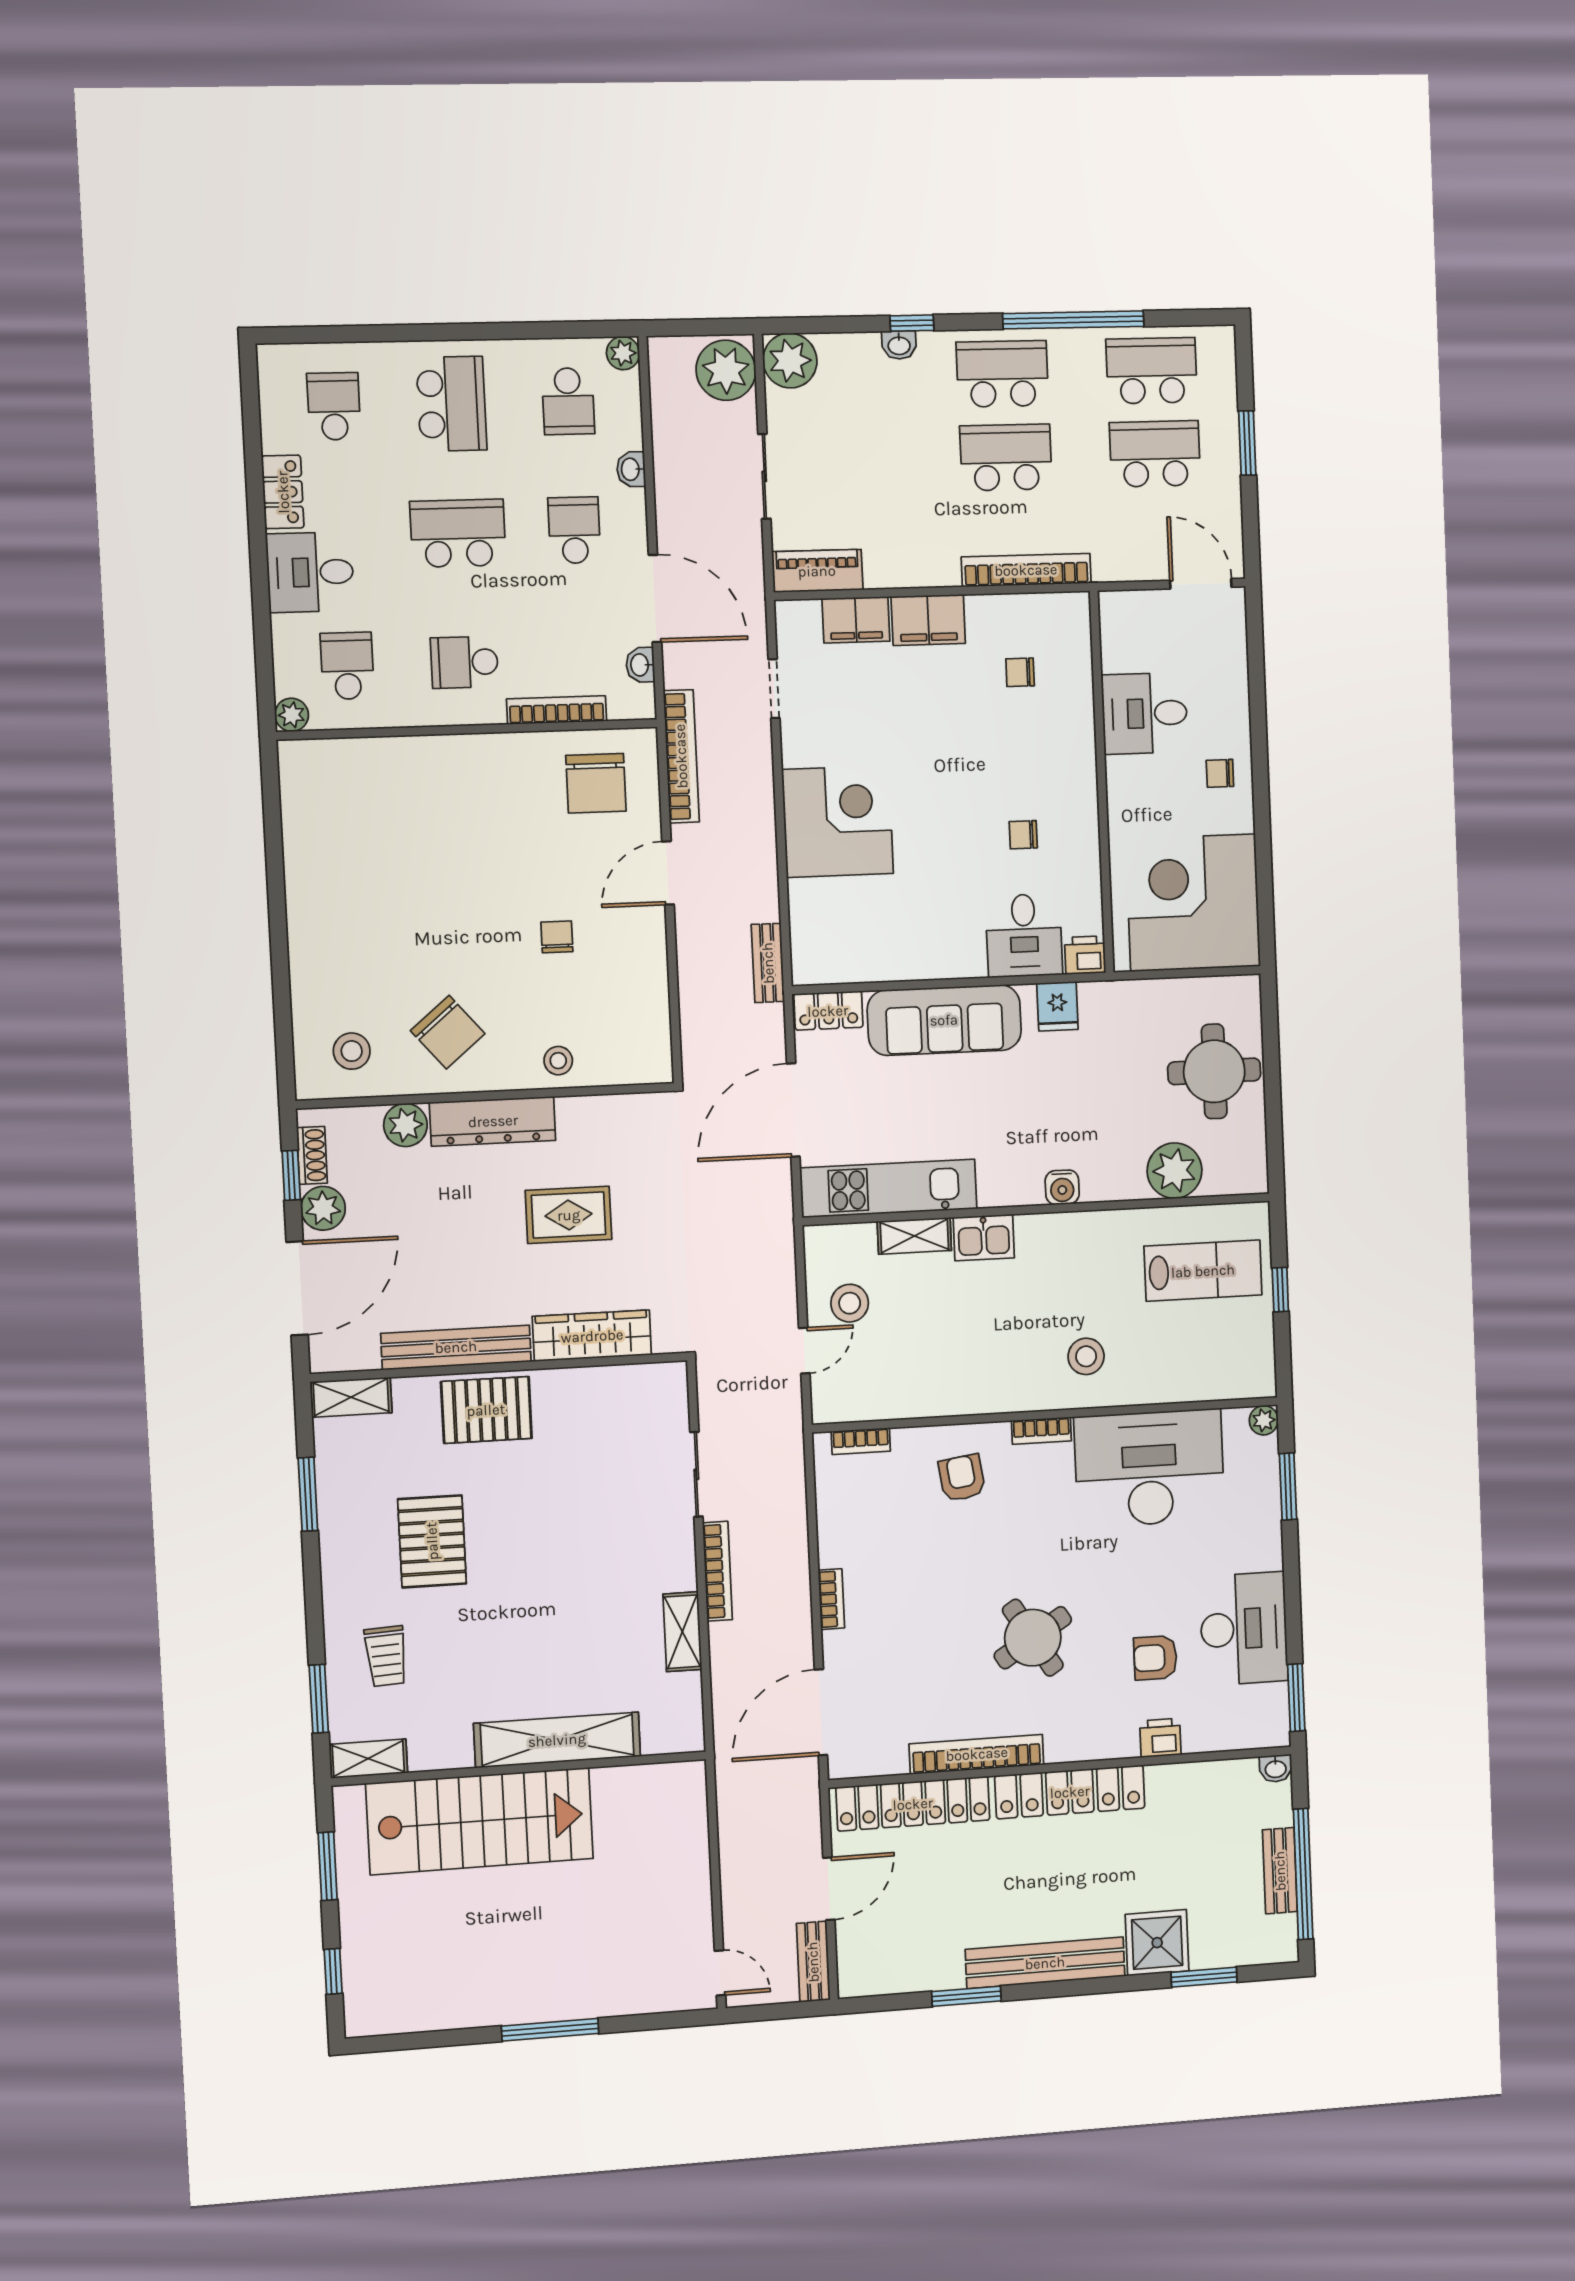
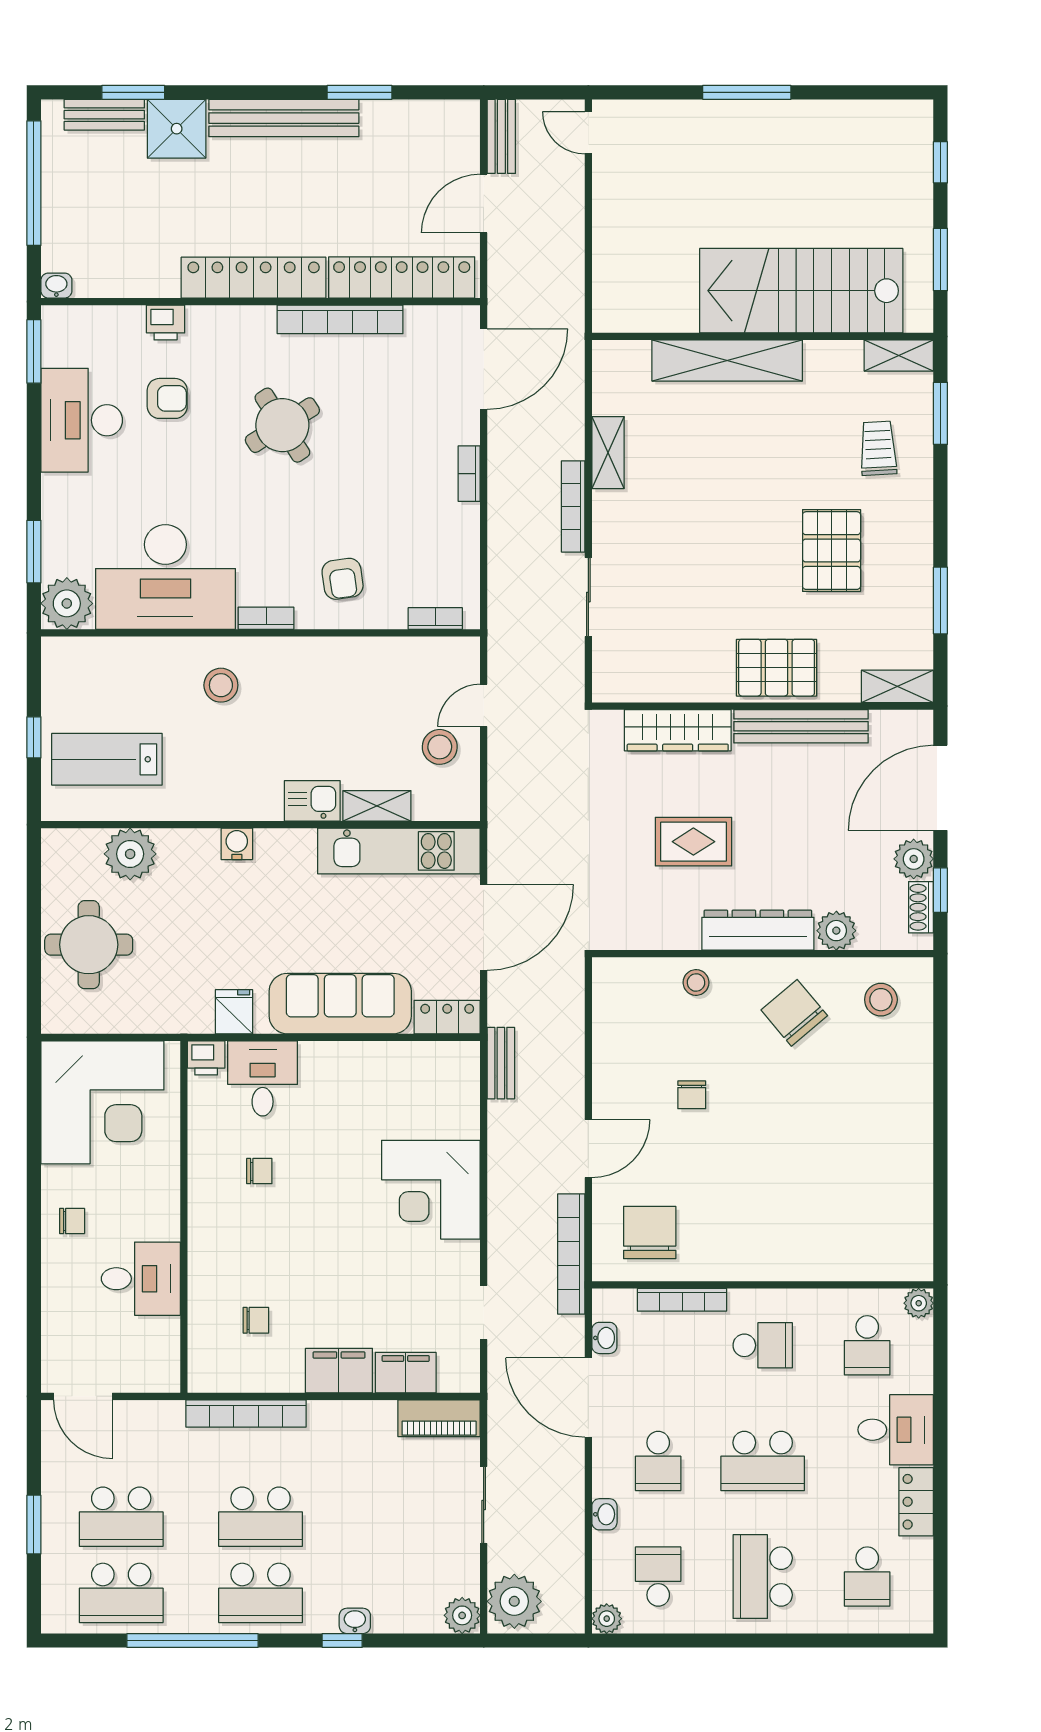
plant: (790, 361) -> (462, 1615), width x0.73, depth x0.73
plant: (1264, 1420) -> (67, 603), width x1.88, depth x1.88
bench: (1280, 1871) -> (104, 115), moved, turned 90

